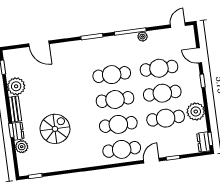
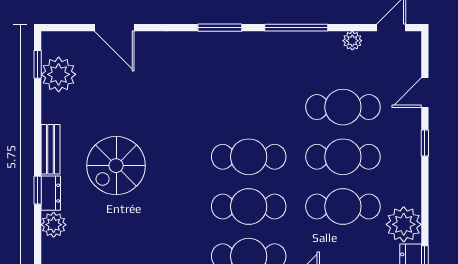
plant: (142, 37) -> (352, 41), moved
door: (199, 55) -> (425, 92), hinge flipped
cafe table: (112, 75) -> (249, 107), removed
plant: (16, 86) -> (59, 74), moved
plant: (196, 111) -> (404, 224), moved
spiral stairs: (55, 129) -> (116, 166), moved, turned 180

